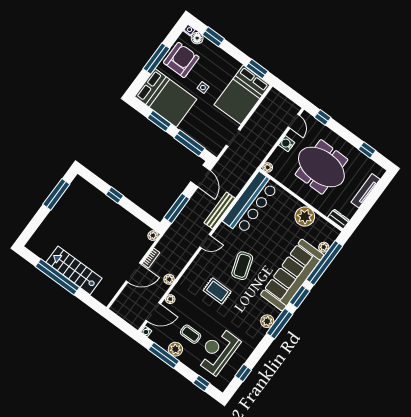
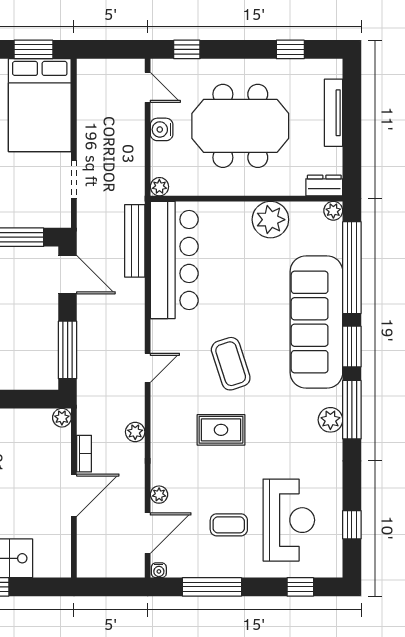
bench: (220, 210) -> (135, 241), moved
plant: (324, 247) -> (333, 211), moved
plant: (169, 279) -> (135, 432), moved
plant: (175, 349) -> (223, 565), removed
reception desk: (218, 351) -> (289, 520), turned 180

